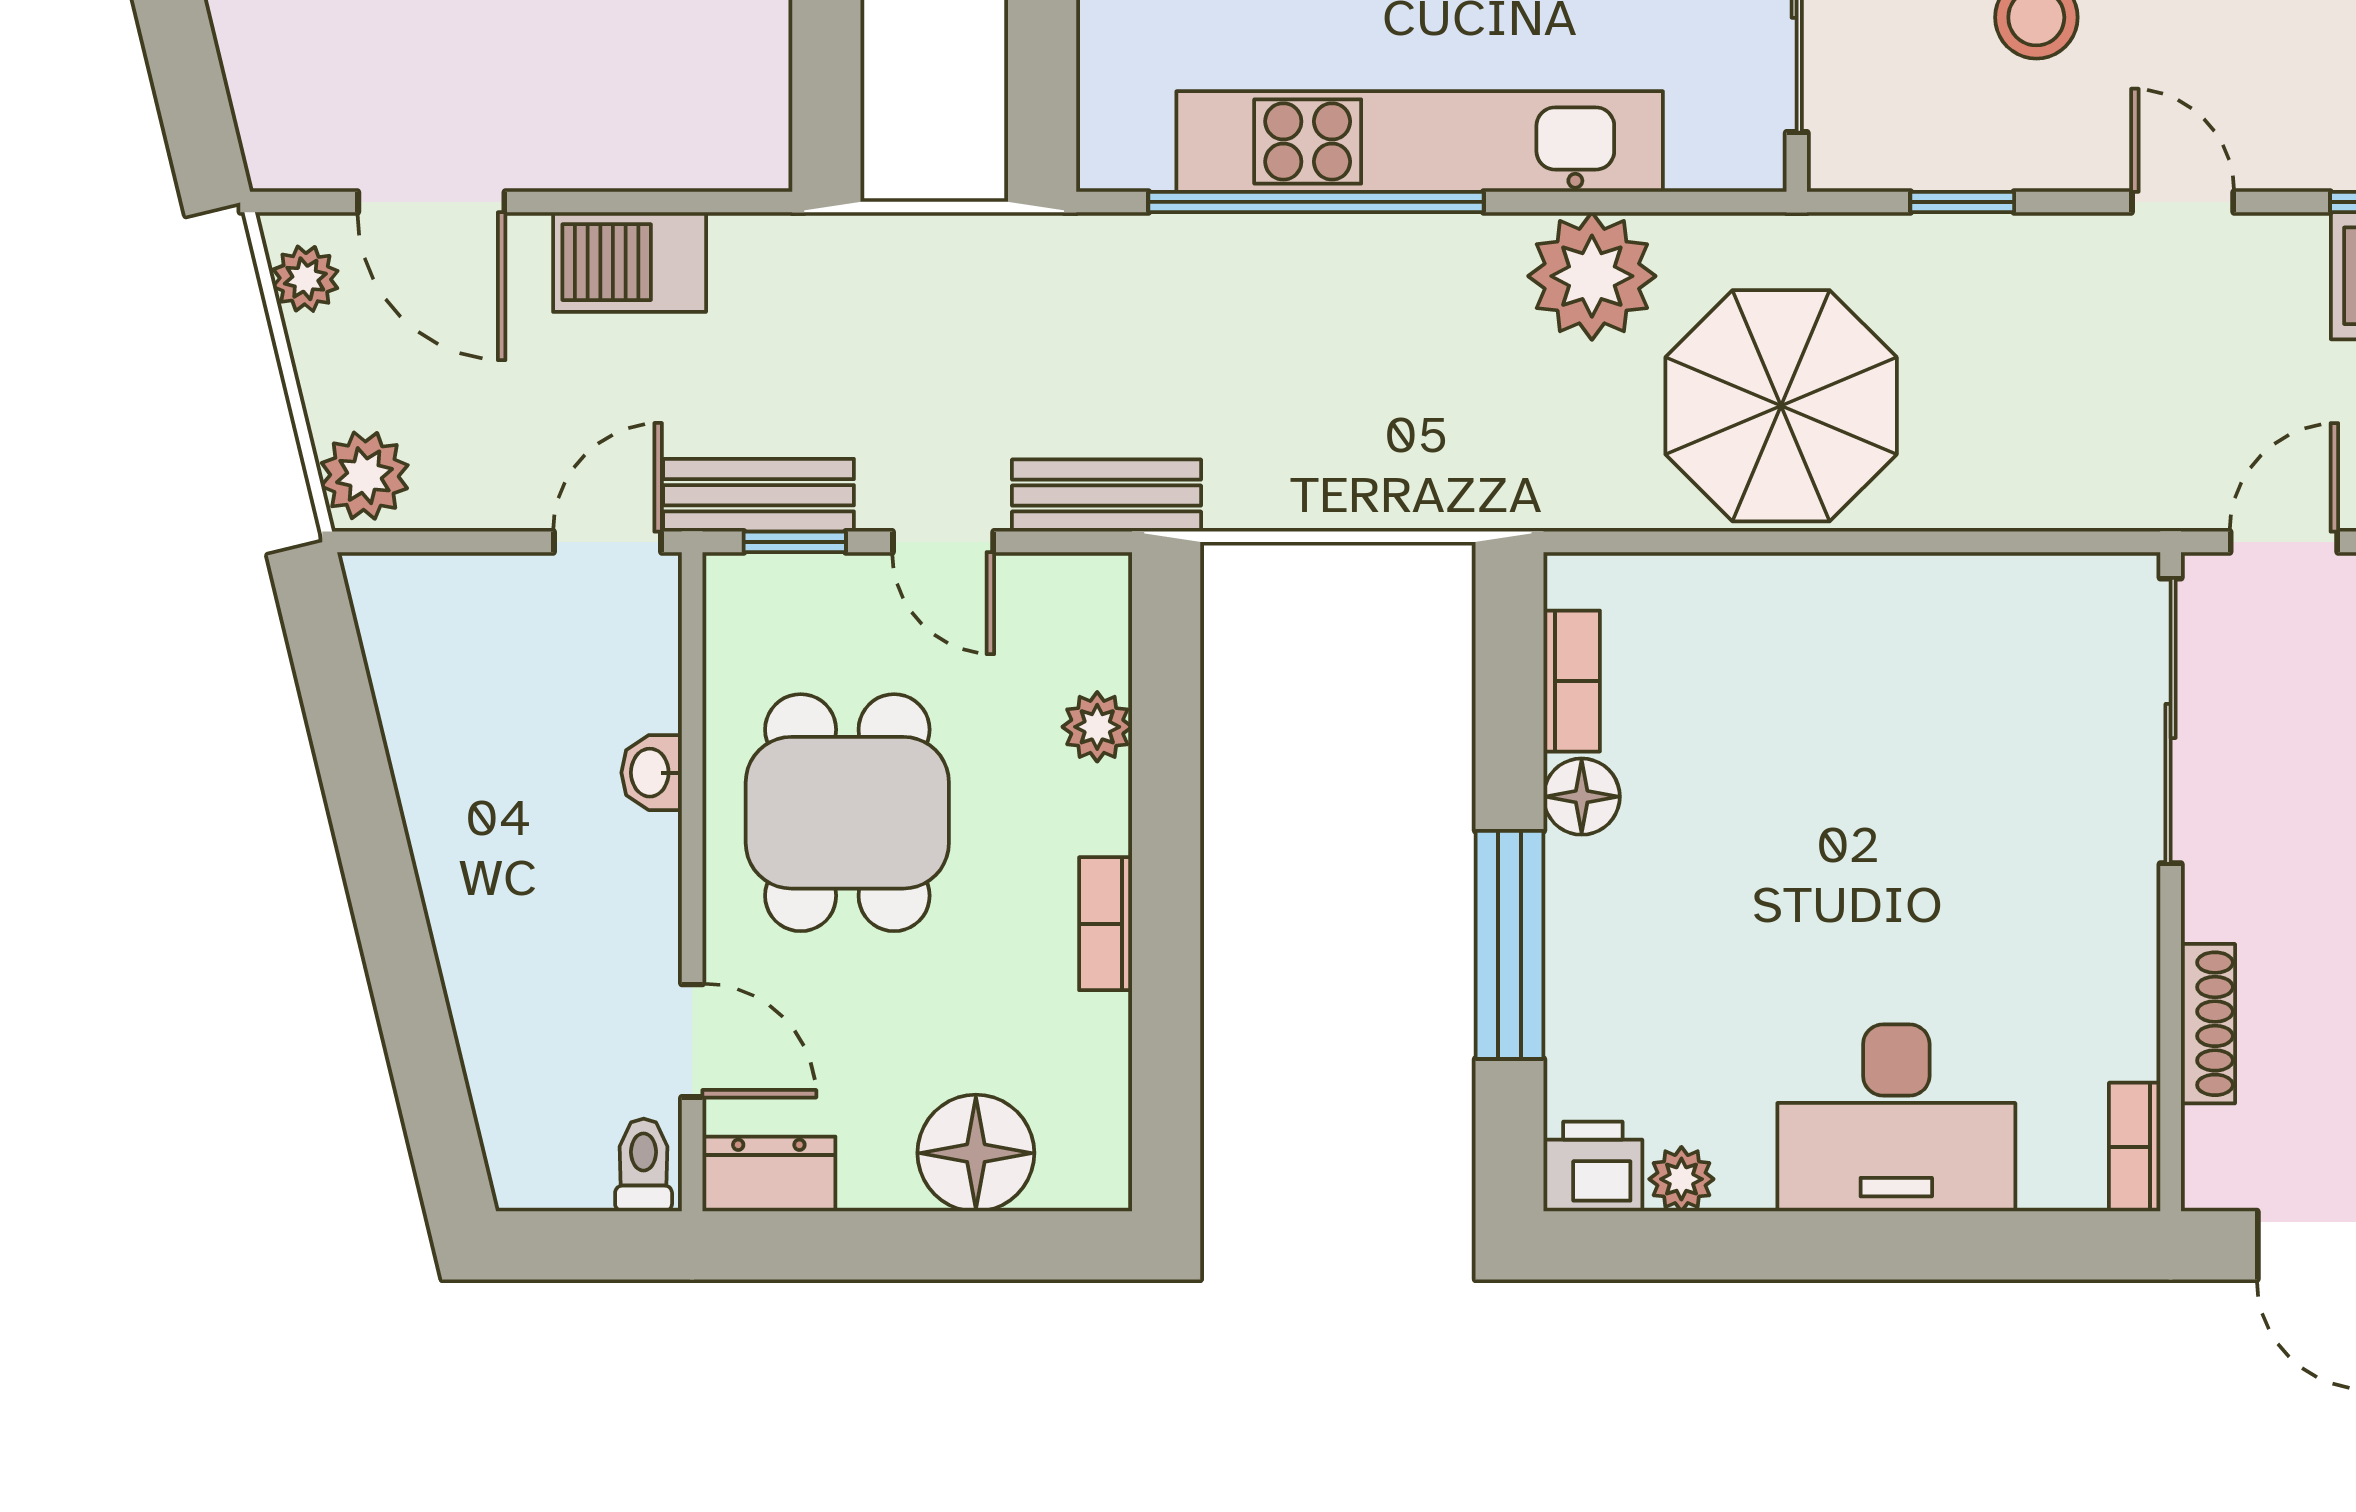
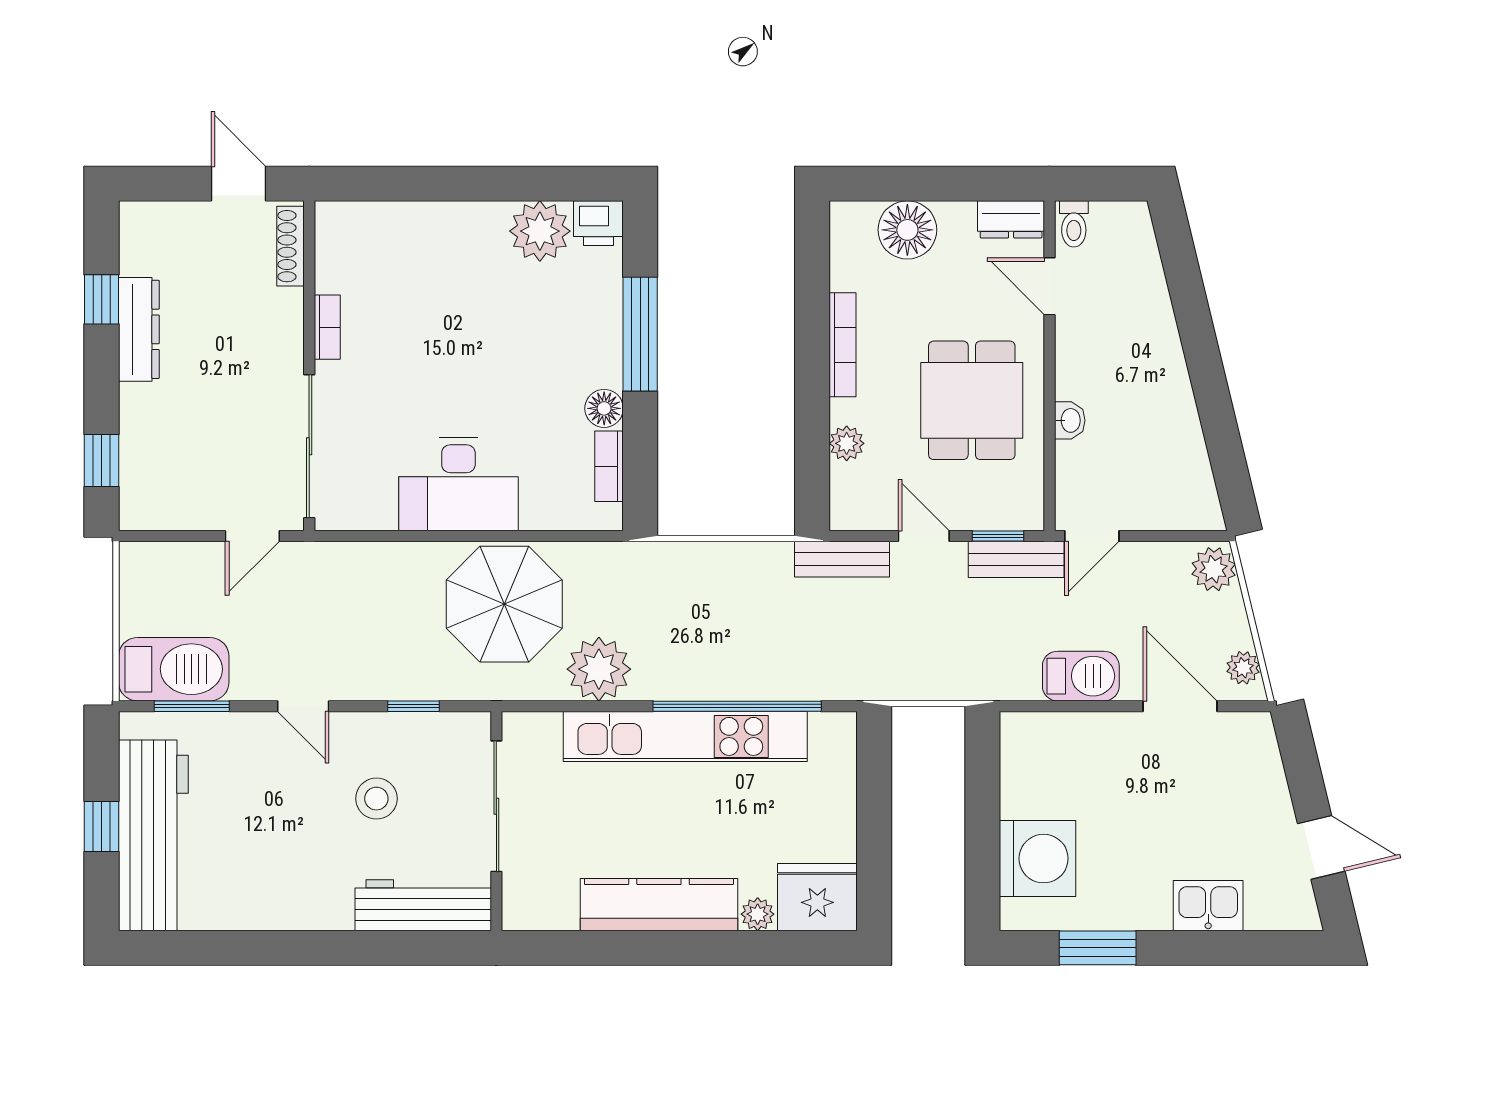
bookcase: (1106, 924) -> (842, 345), width x1.56
shoe rack: (2208, 1024) -> (290, 246), moved
desk: (1896, 1118) -> (458, 484), moved, turned 180
bookcase: (2135, 1147) -> (327, 327), moved
plant: (1681, 1179) -> (540, 231), width x1.87, depth x1.87

